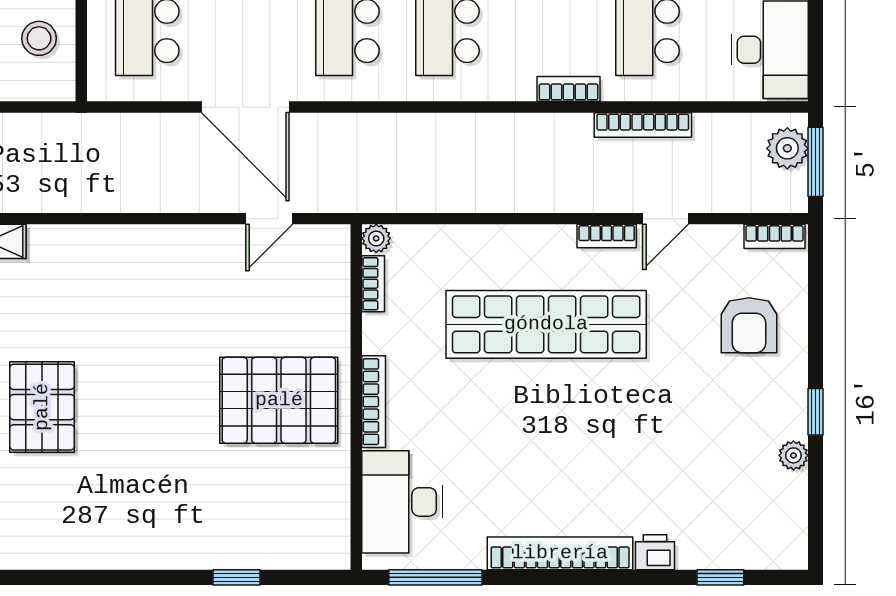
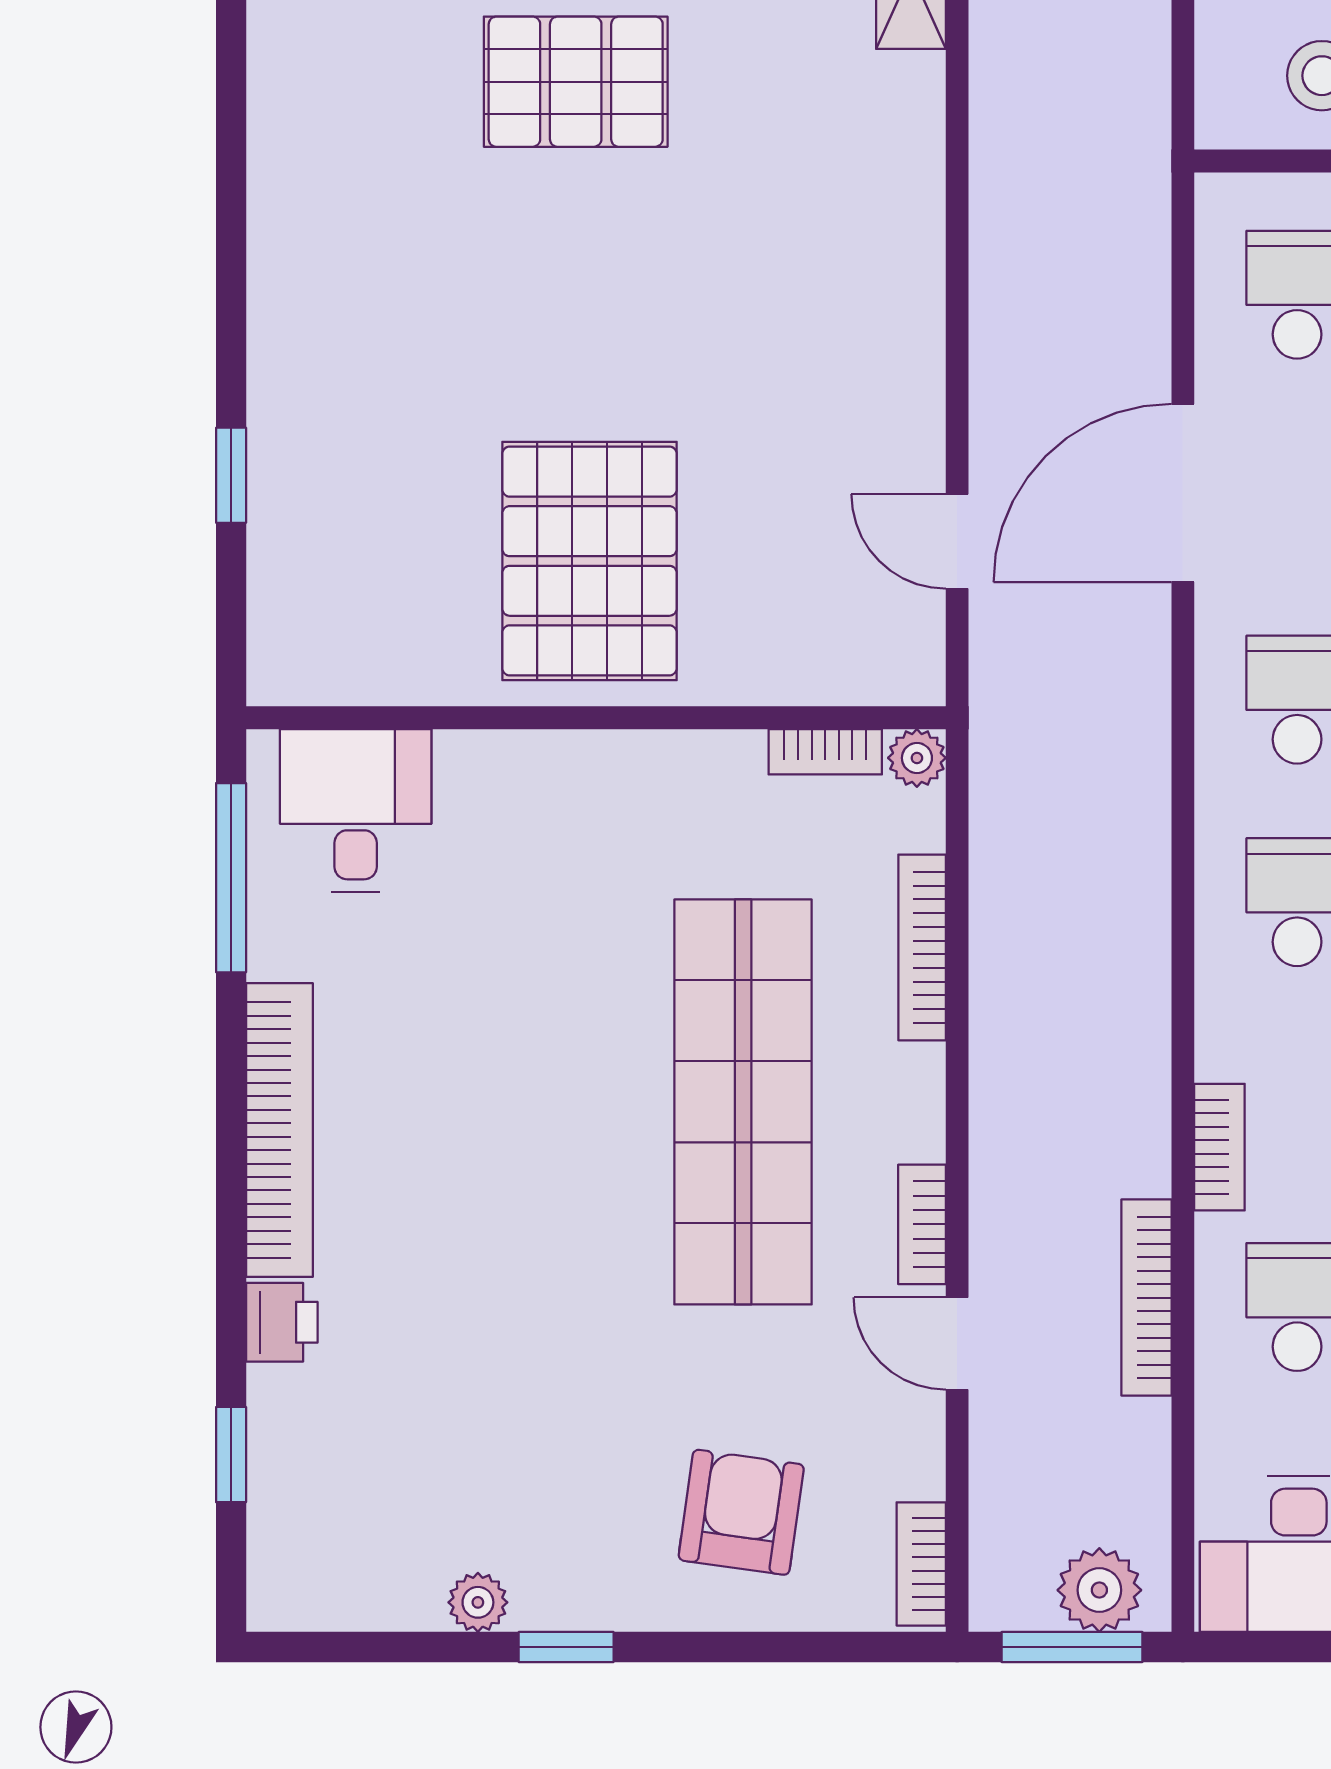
armchair: (749, 325) -> (741, 1512), turned 98
bookcase: (374, 402) -> (922, 947), moved, turned 90
desk: (402, 502) -> (356, 811), width x0.73

